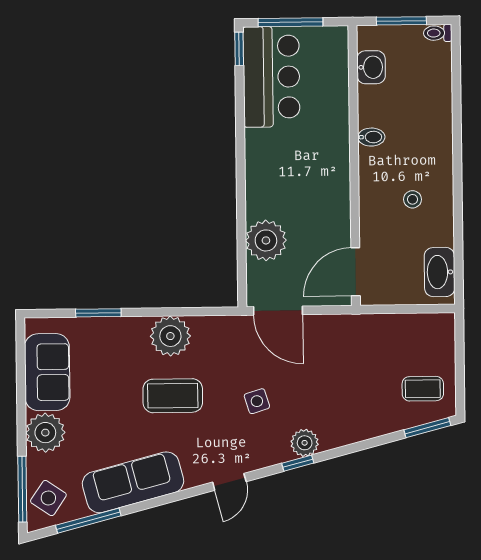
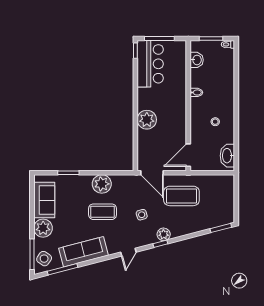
plant: (266, 240) -> (147, 120), moved
coffee table: (423, 389) -> (181, 196), moved, width x1.86, depth x1.72

